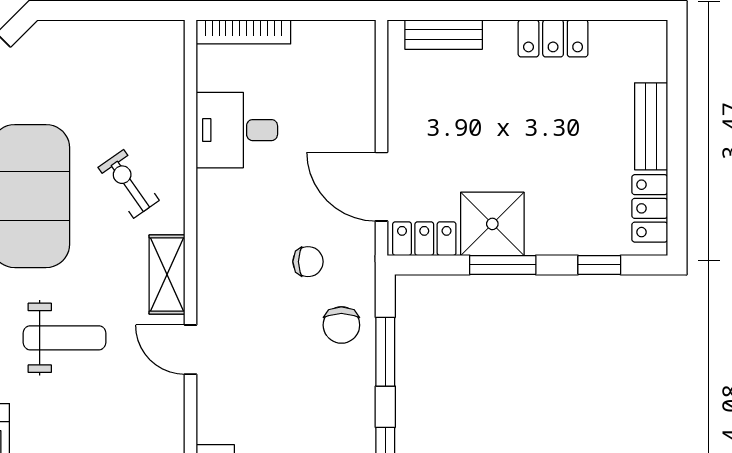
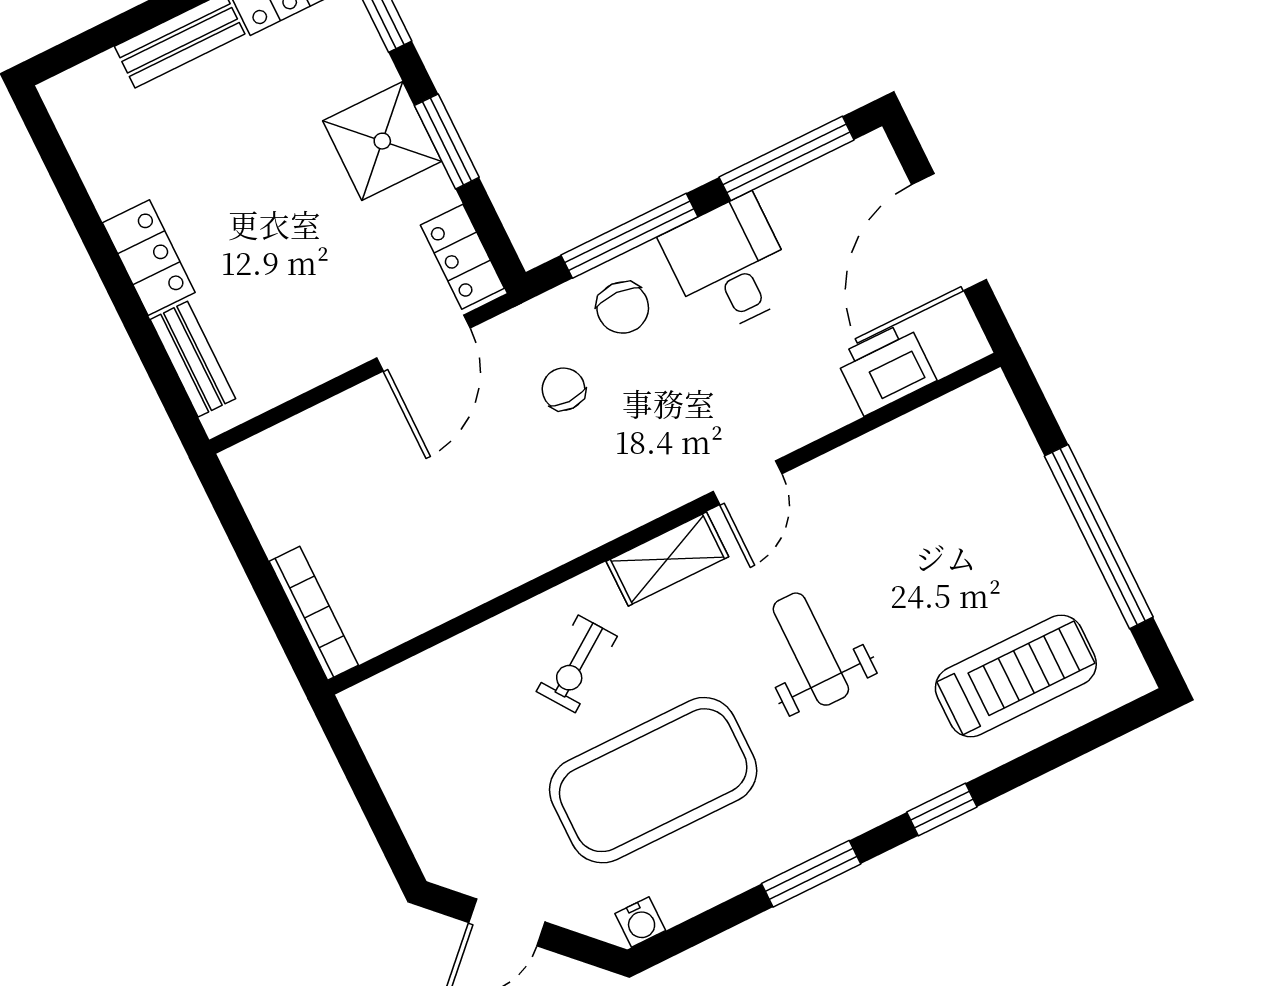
locker: (553, 38) -> (149, 258), moved
desk: (237, 130) -> (730, 265), moved, turned 180
shower: (492, 224) -> (382, 141), moved
chair: (341, 325) -> (623, 308), turned 92
window: (385, 352) -> (629, 236), width x1.44

